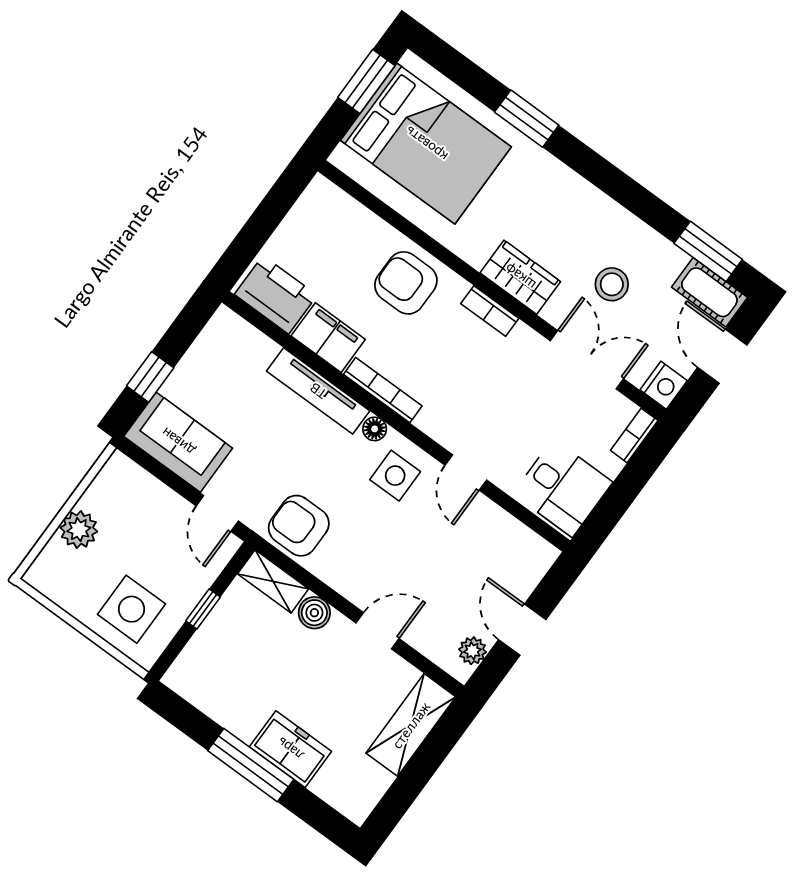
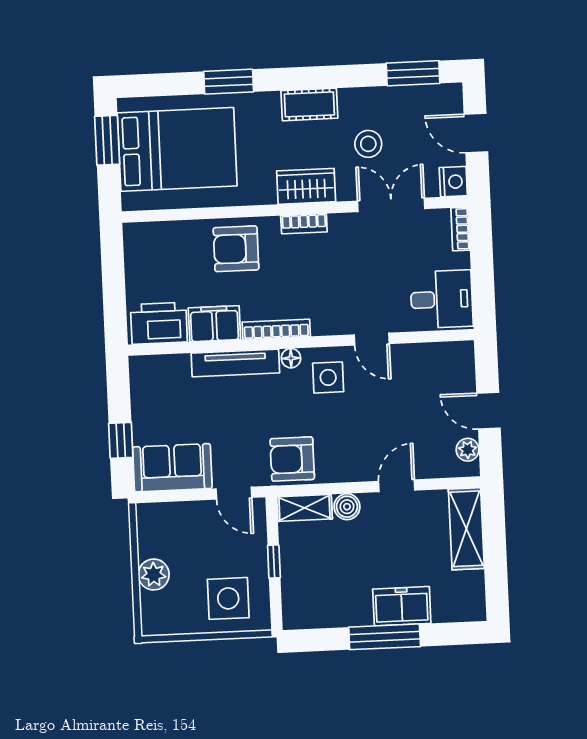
cot: (709, 292) -> (309, 104), moved

